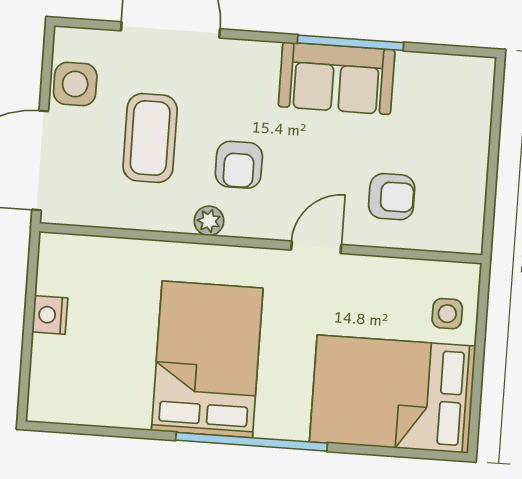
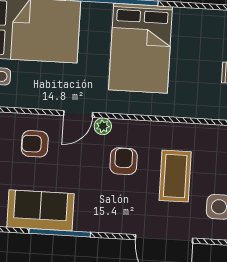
sofa: (337, 78) -> (40, 210), moved
plant: (209, 221) -> (103, 126), moved

